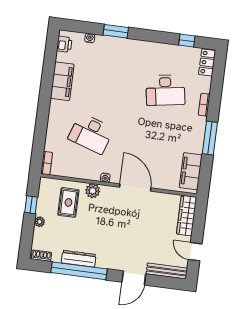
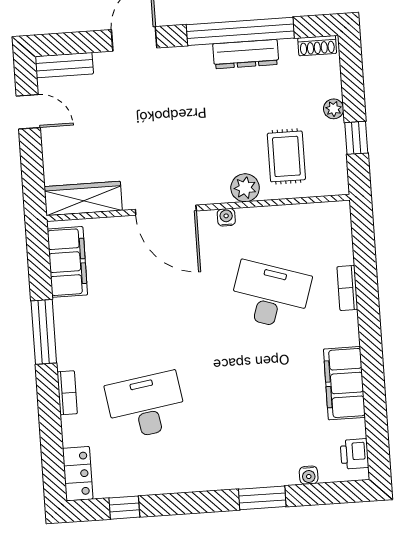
bookcase: (47, 163) -> (347, 288), moved
wardrobe: (187, 216) -> (83, 198), moved, turned -90
bench: (167, 271) -> (64, 65), width x0.73

